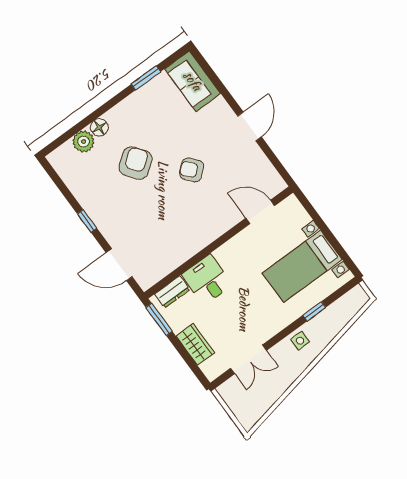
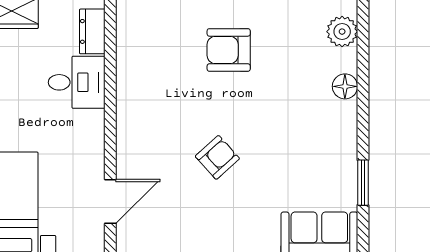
plant: (84, 141) -> (342, 32), moved
armchair: (135, 163) -> (229, 50), moved, turned 127

